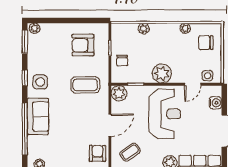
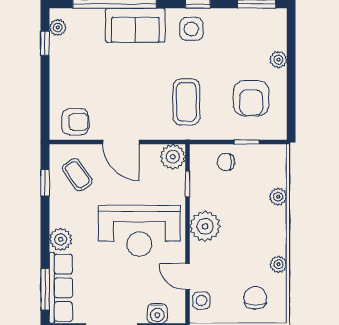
plant: (35, 28) -> (278, 60), moved
armchair: (83, 45) -> (251, 98), turned 180

